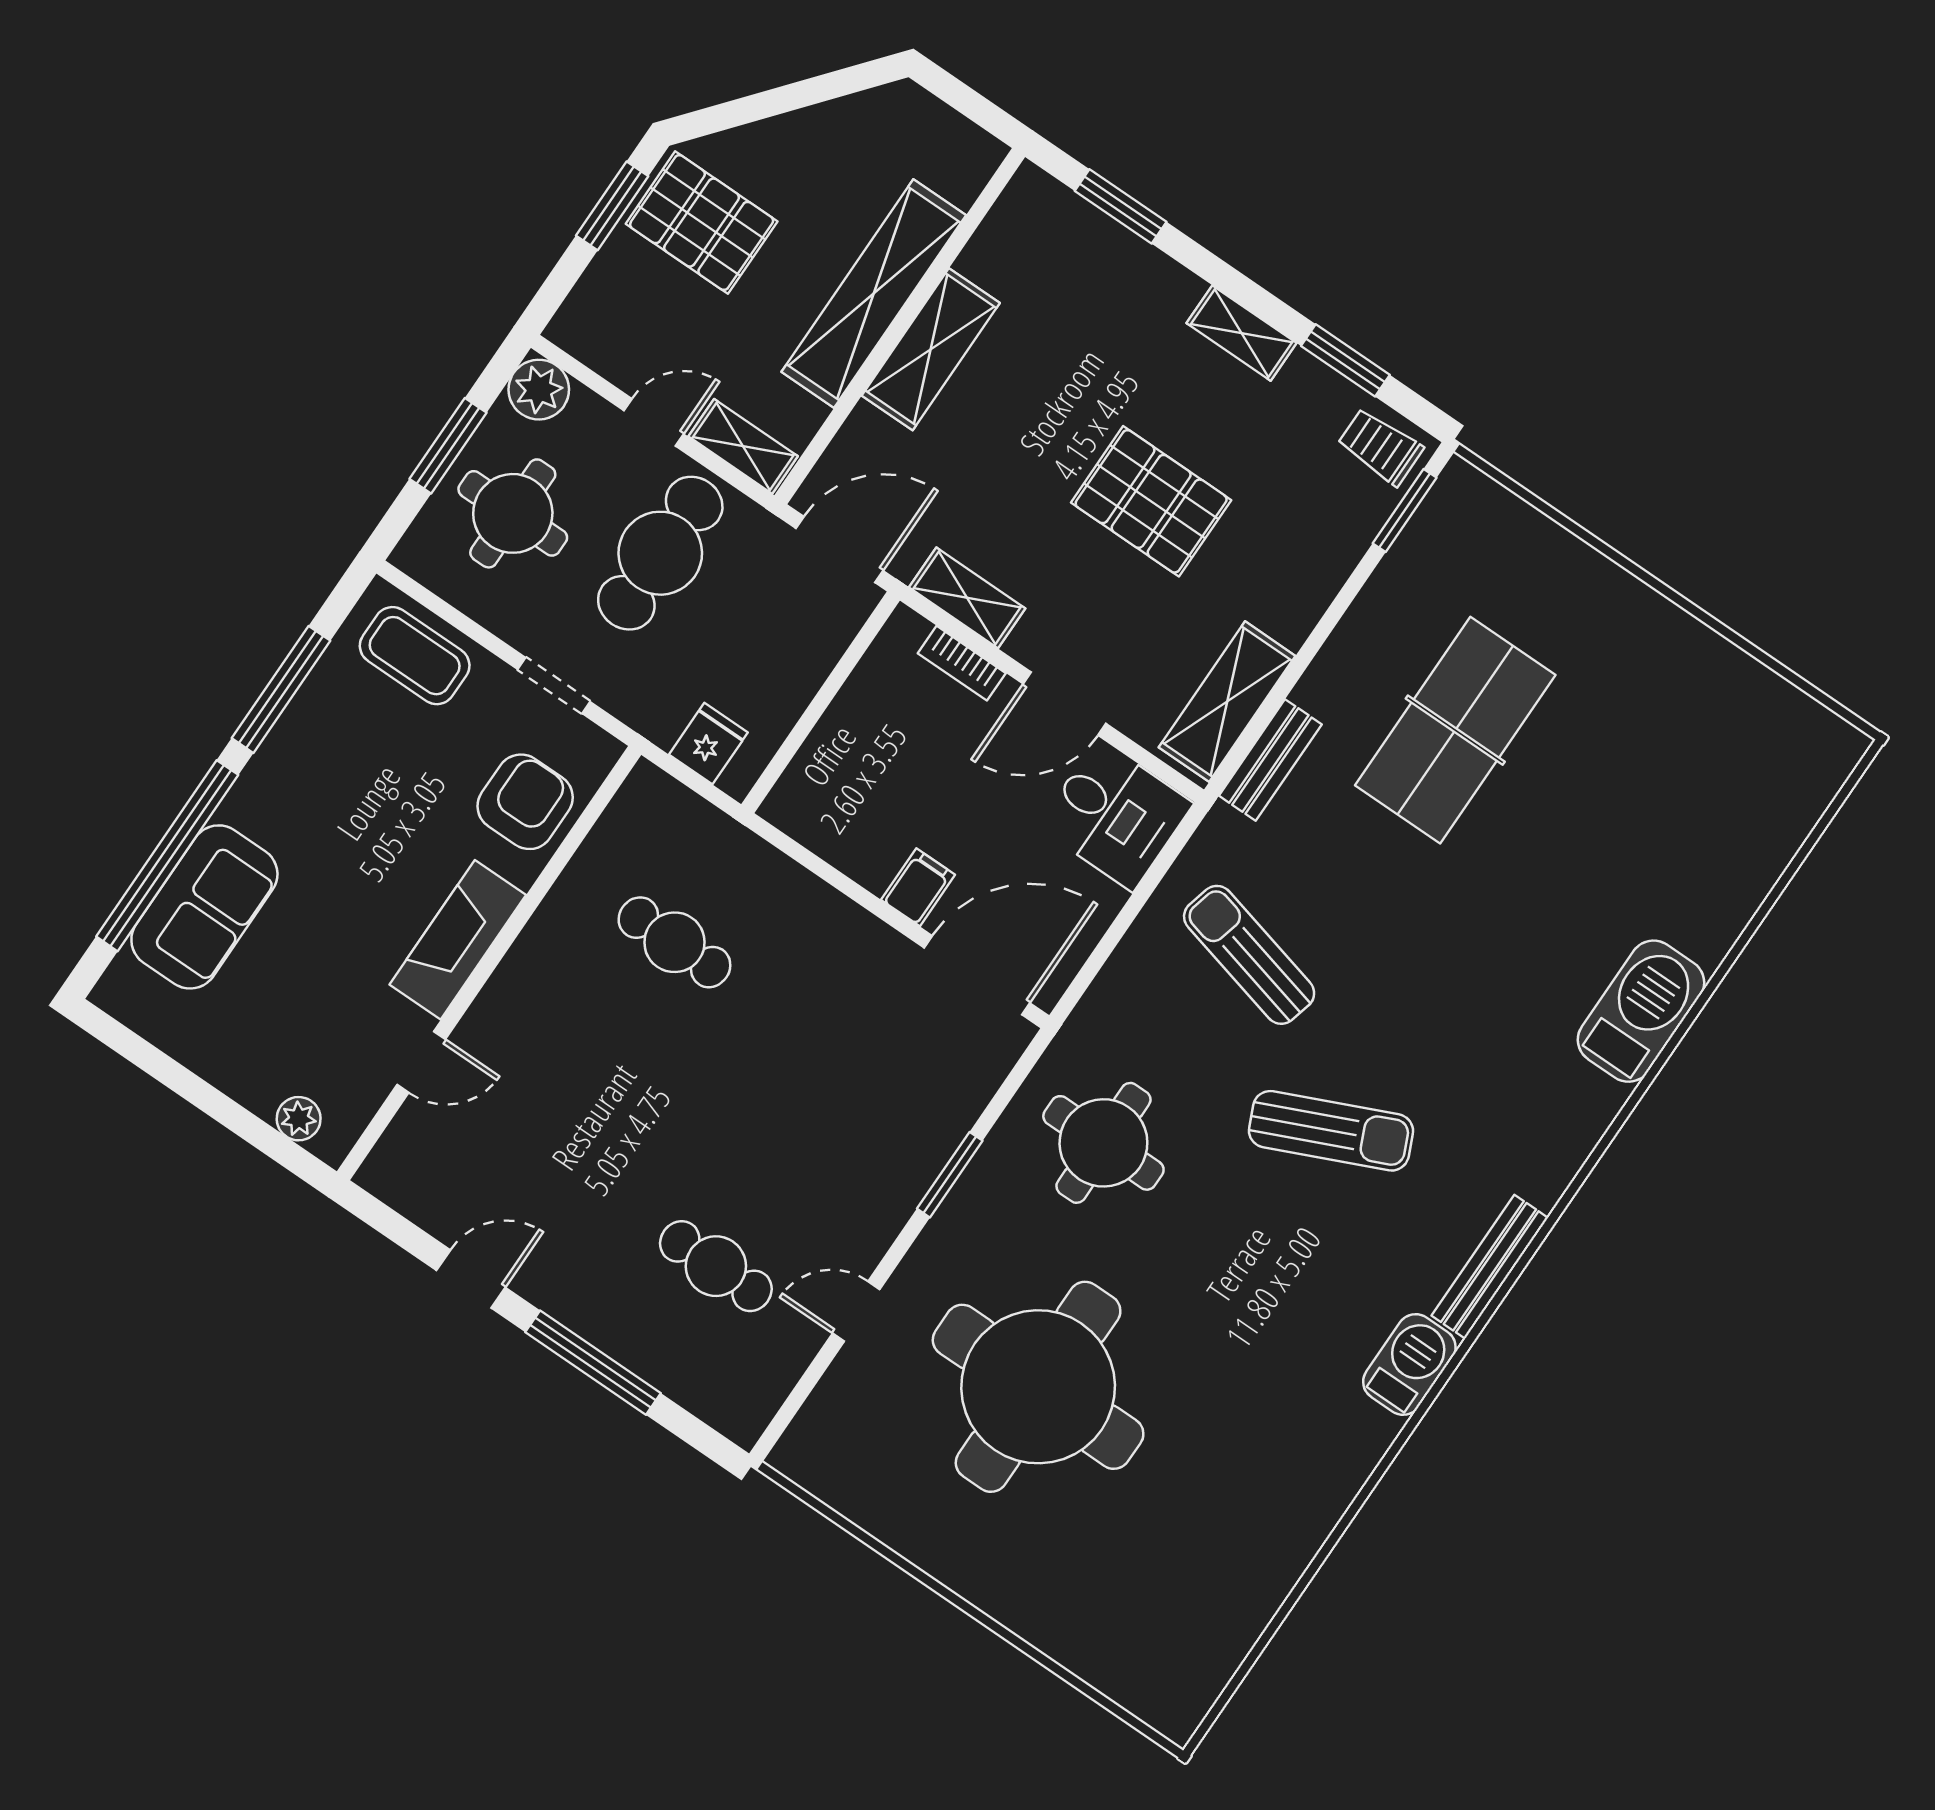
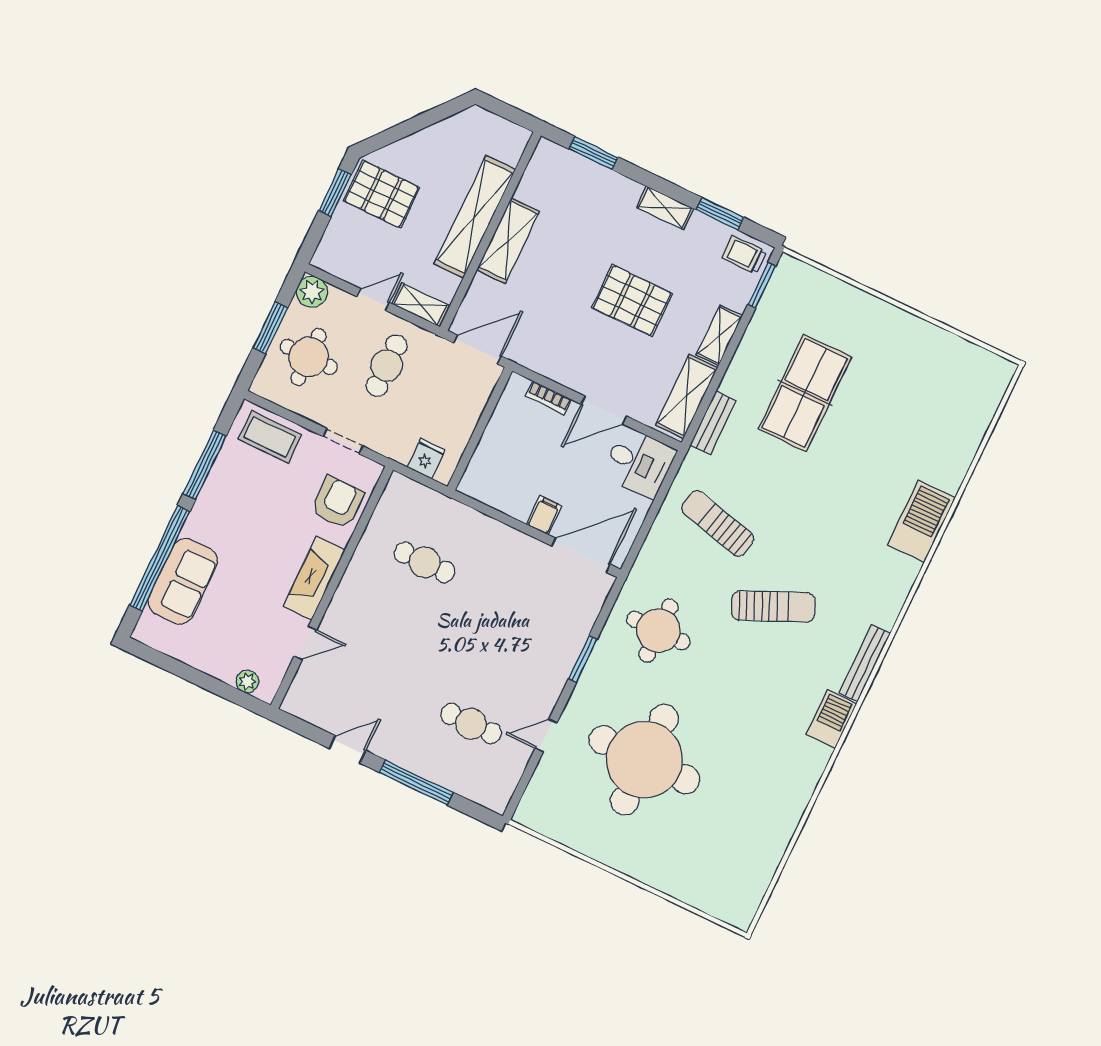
cafe table: (660, 553) -> (387, 366), width x0.73, depth x0.74
shelving: (967, 598) -> (719, 335), moved, turned 90

